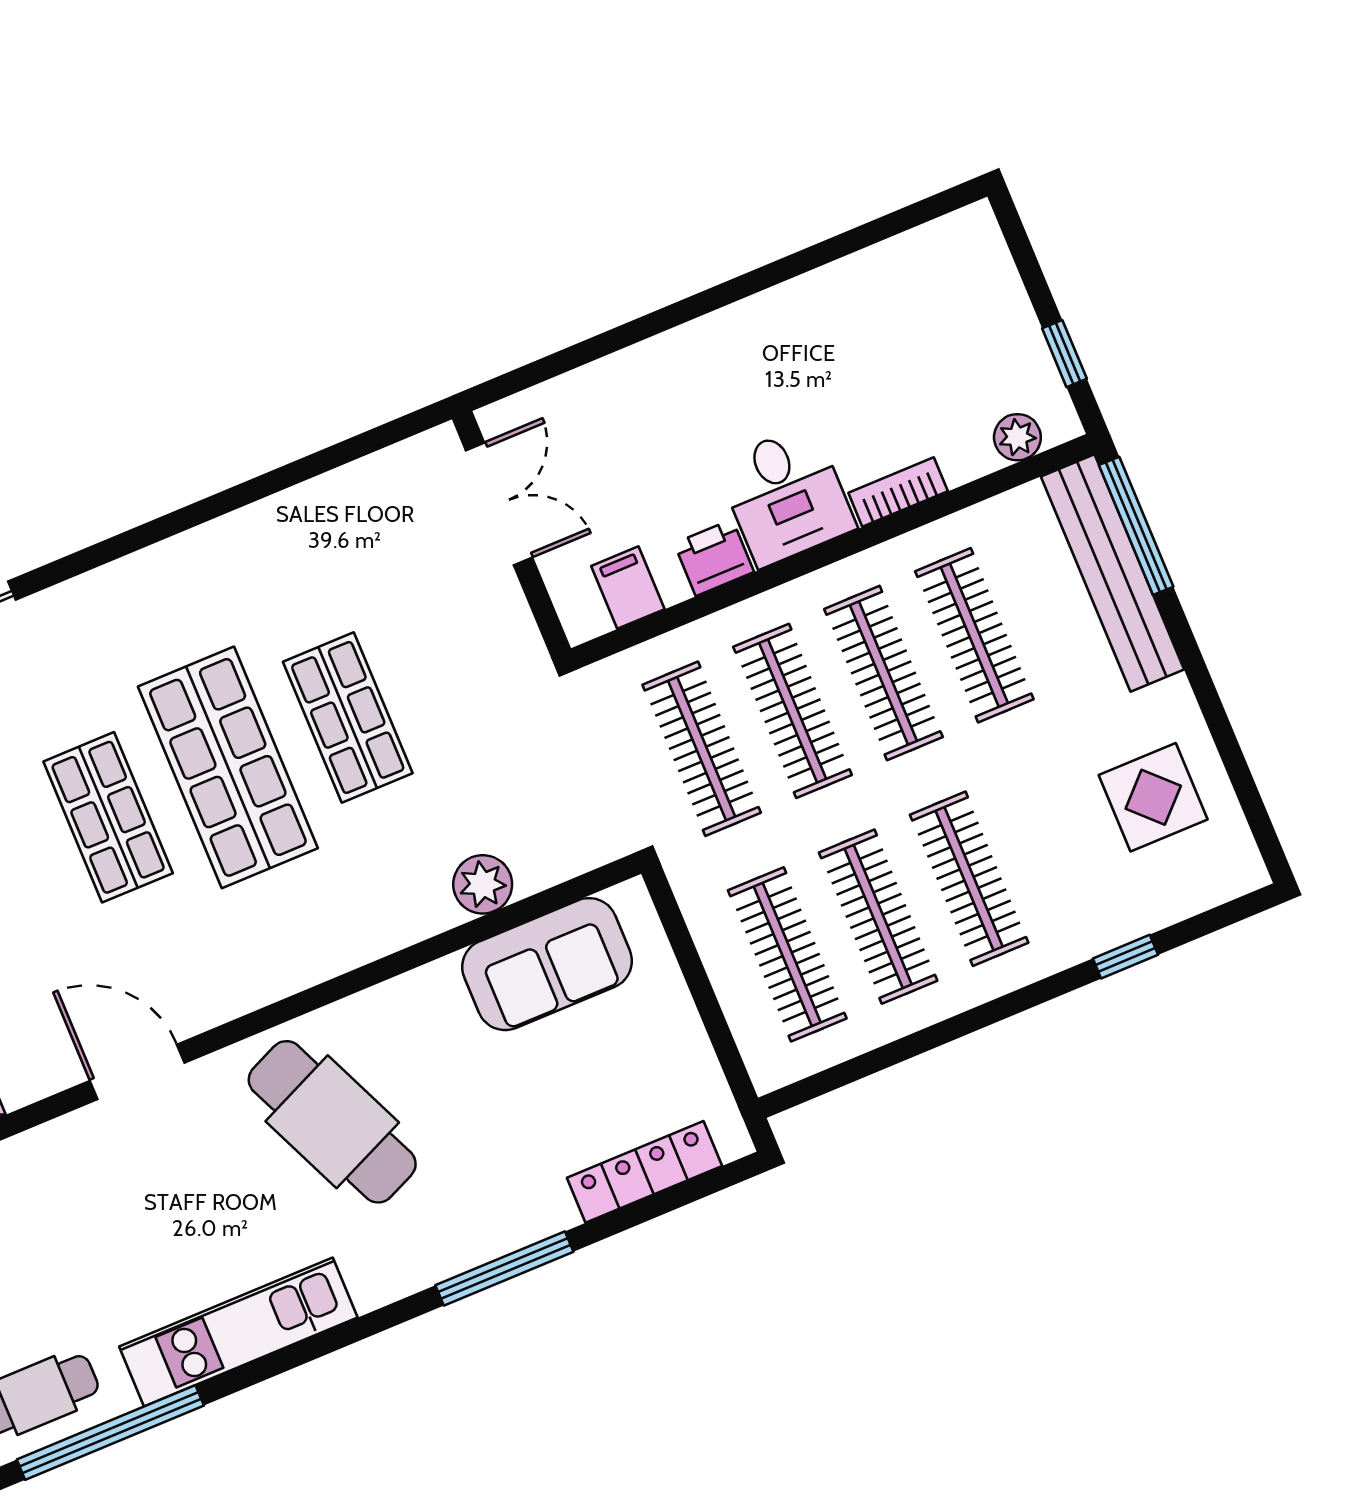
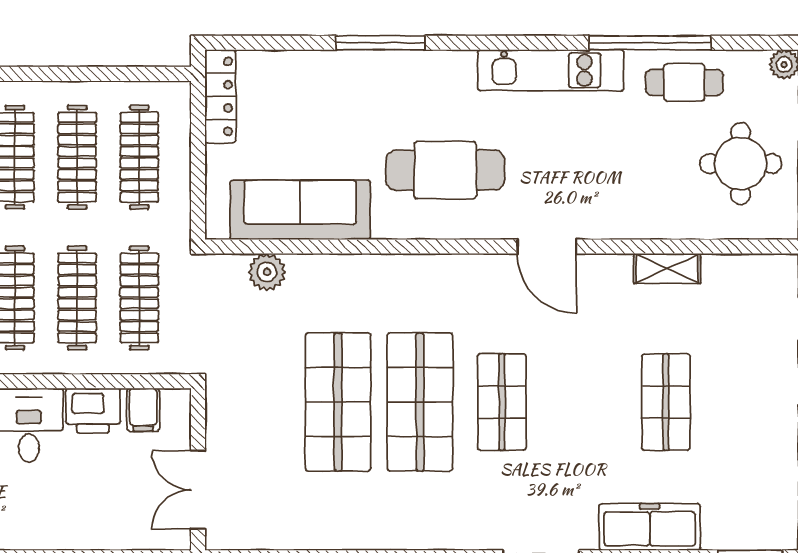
printer: (714, 558) -> (93, 411), width x1.36, depth x1.24
shop shelf: (348, 718) -> (338, 402), width x1.43, depth x1.36
plant: (483, 884) -> (267, 272), moved
sofa: (547, 964) -> (300, 210), width x1.36
cafe table: (332, 1122) -> (445, 170), turned -66
locker: (644, 1172) -> (220, 96), moved, turned -90

